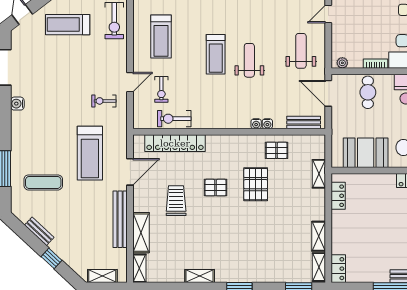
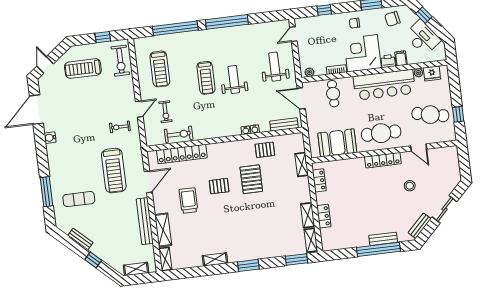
exercise bike: (174, 119) -> (179, 134), turned 180
locker: (338, 269) -> (324, 216), moved

